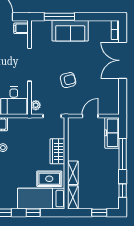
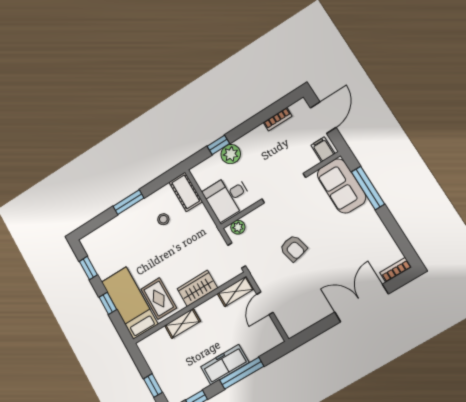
sofa: (70, 31) -> (341, 186), moved
door: (90, 116) -> (265, 303), swing flipped
freezer: (112, 133) -> (225, 365), moved
shelving: (73, 197) -> (236, 291), moved

